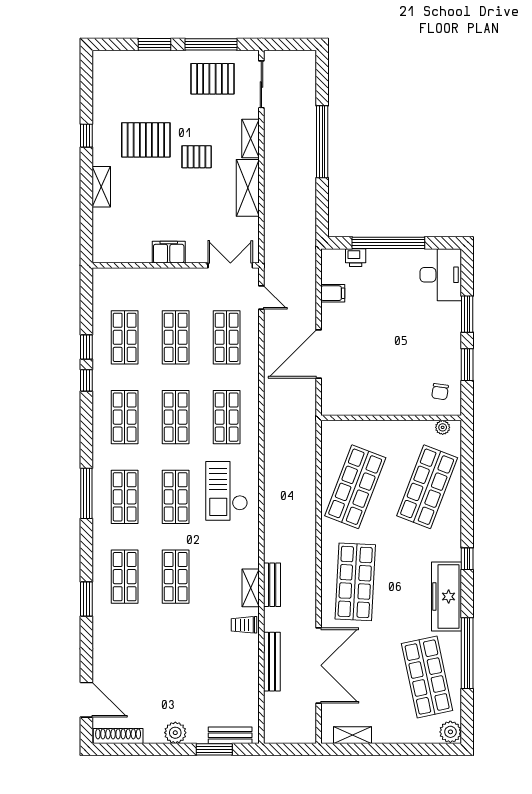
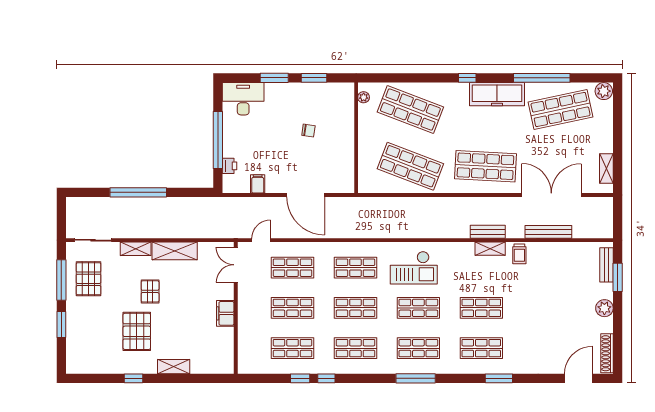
chair: (440, 392) -> (308, 130), moved

